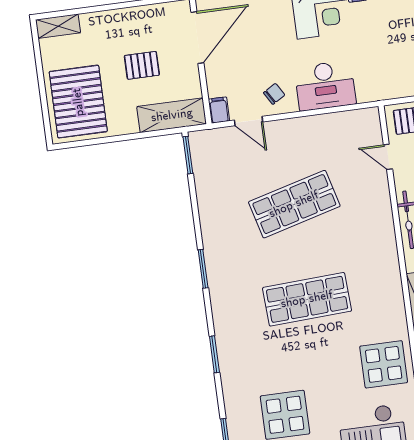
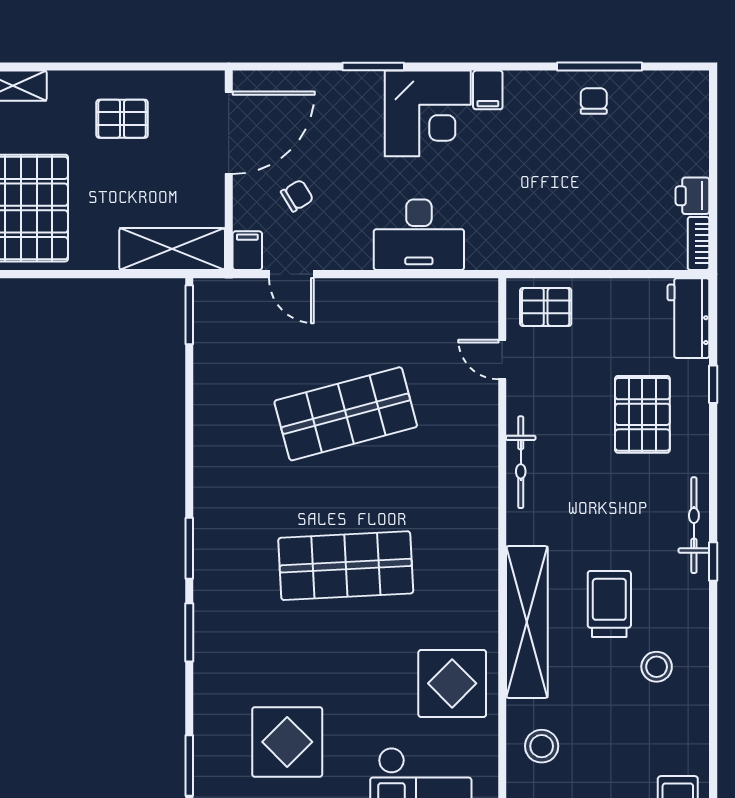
pallet: (142, 65) -> (122, 119), moved
chair: (274, 94) -> (297, 196), moved
window: (203, 269) -> (189, 548), moved

